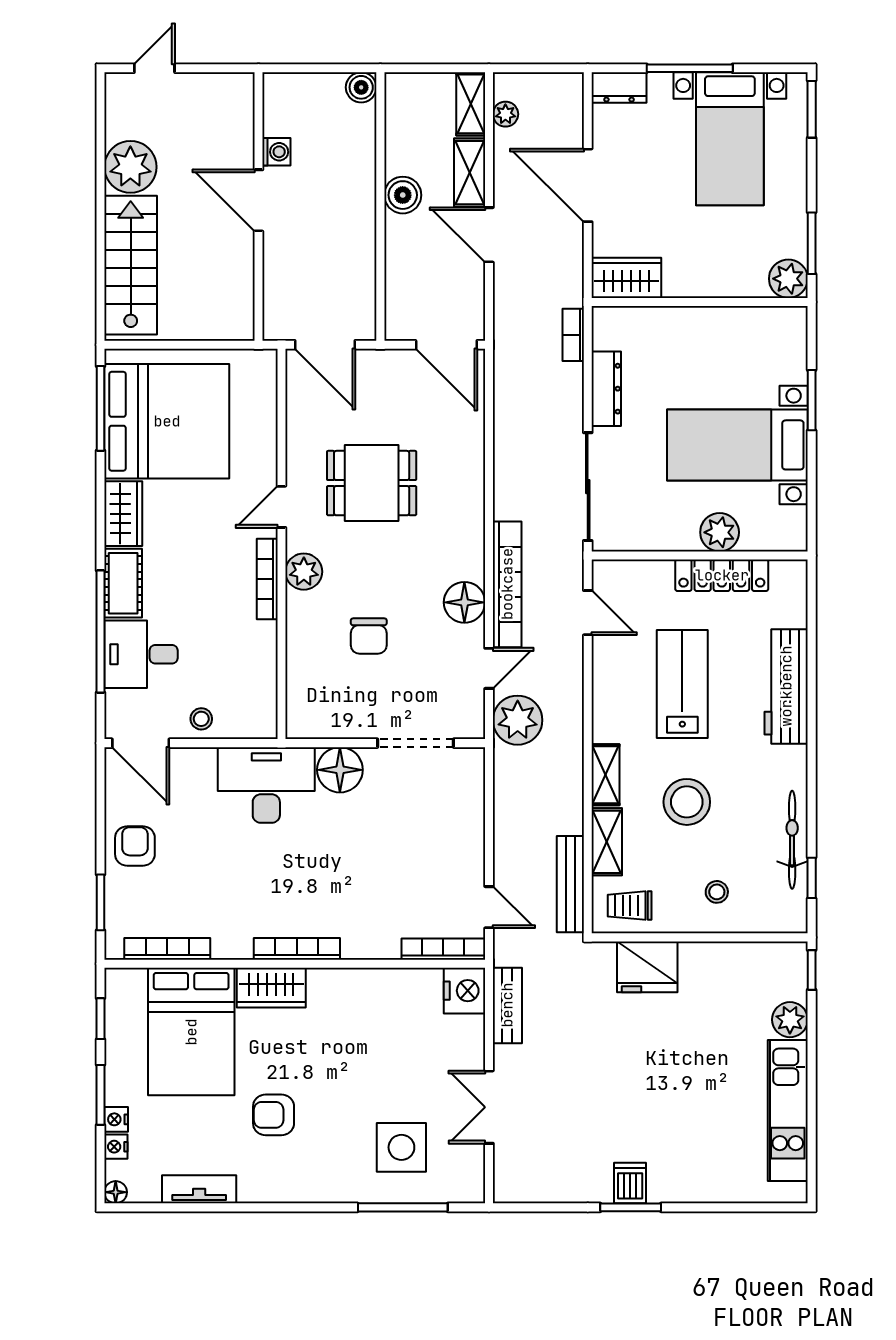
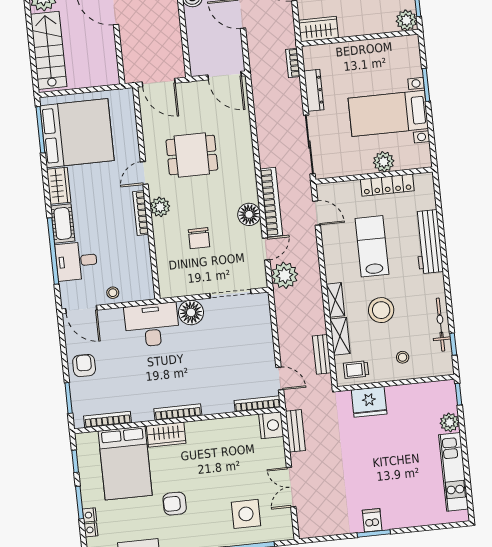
bench: (570, 884) -> (322, 354), width x0.73

